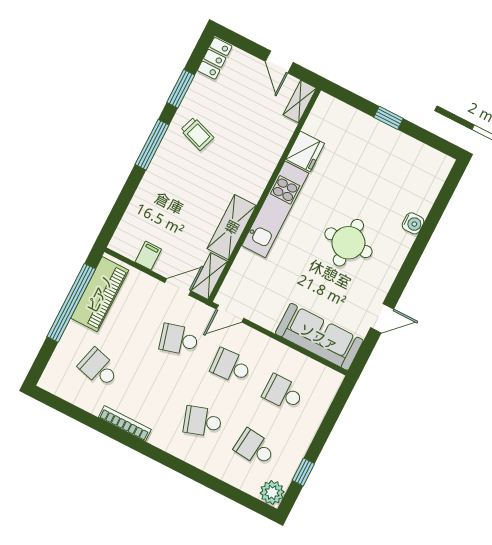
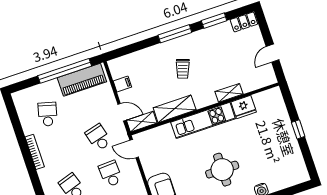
shelving: (300, 101) -> (229, 93), moved
trolley: (197, 134) -> (183, 69), moved

